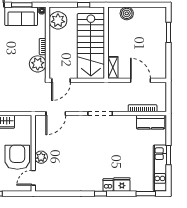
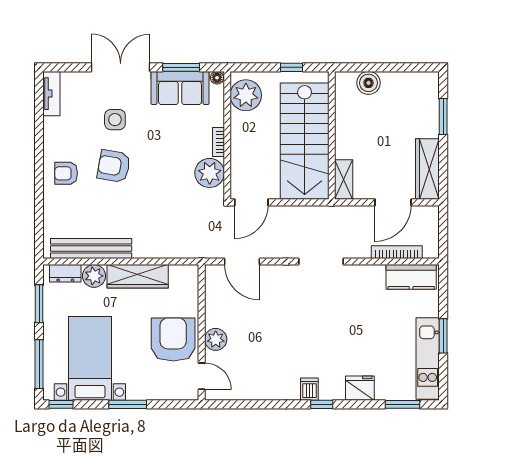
wardrobe: (160, 62) -> (427, 169), added
door: (140, 80) -> (393, 202), swing flipped
door: (56, 114) -> (242, 261), hinge flipped
door: (33, 178) -> (202, 376), swing flipped
dishwasher: (108, 185) -> (309, 389), moved

